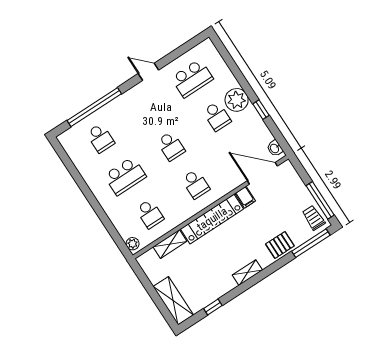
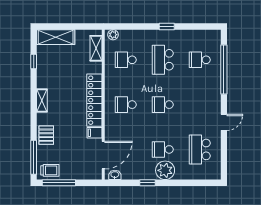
window: (88, 194) -> (167, 27), added
shelving: (170, 244) -> (96, 48), moved

